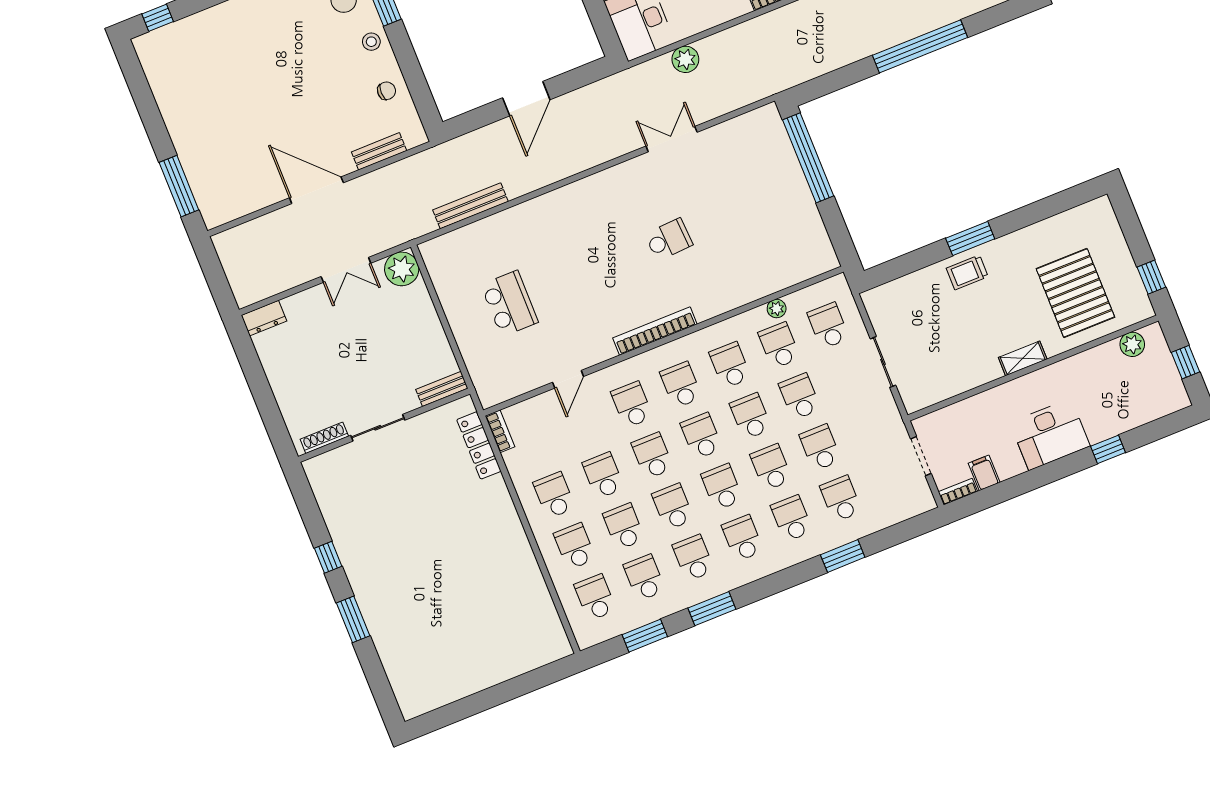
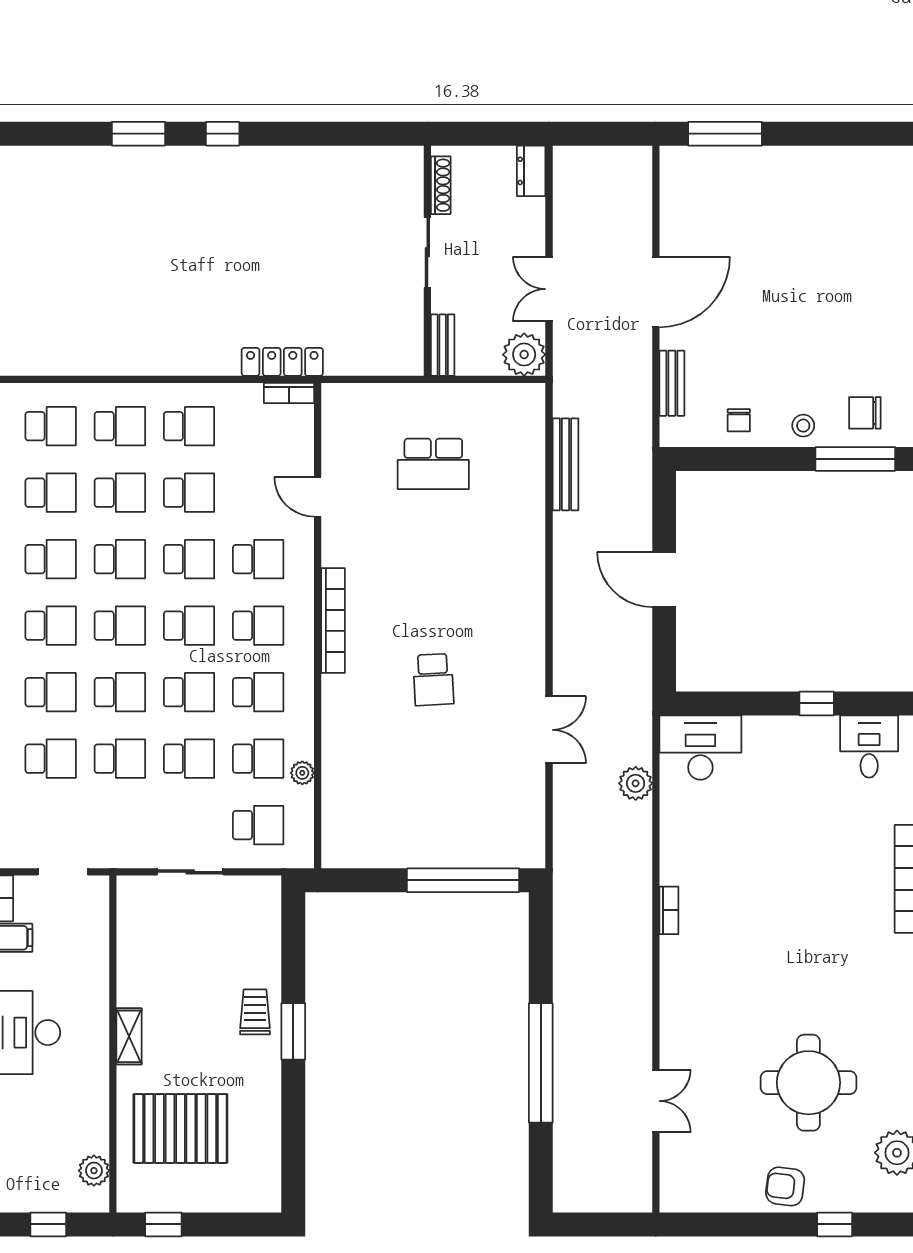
bench: (442, 389) -> (443, 345), moved
wall: (384, 425) -> (427, 261), moved
sliding door: (378, 428) -> (427, 252), moved
shoe rack: (324, 438) -> (441, 185), moved

